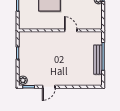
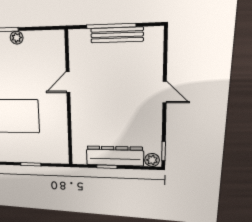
dresser: (25, 58) -> (115, 156), added
door: (49, 87) -> (165, 92), moved

